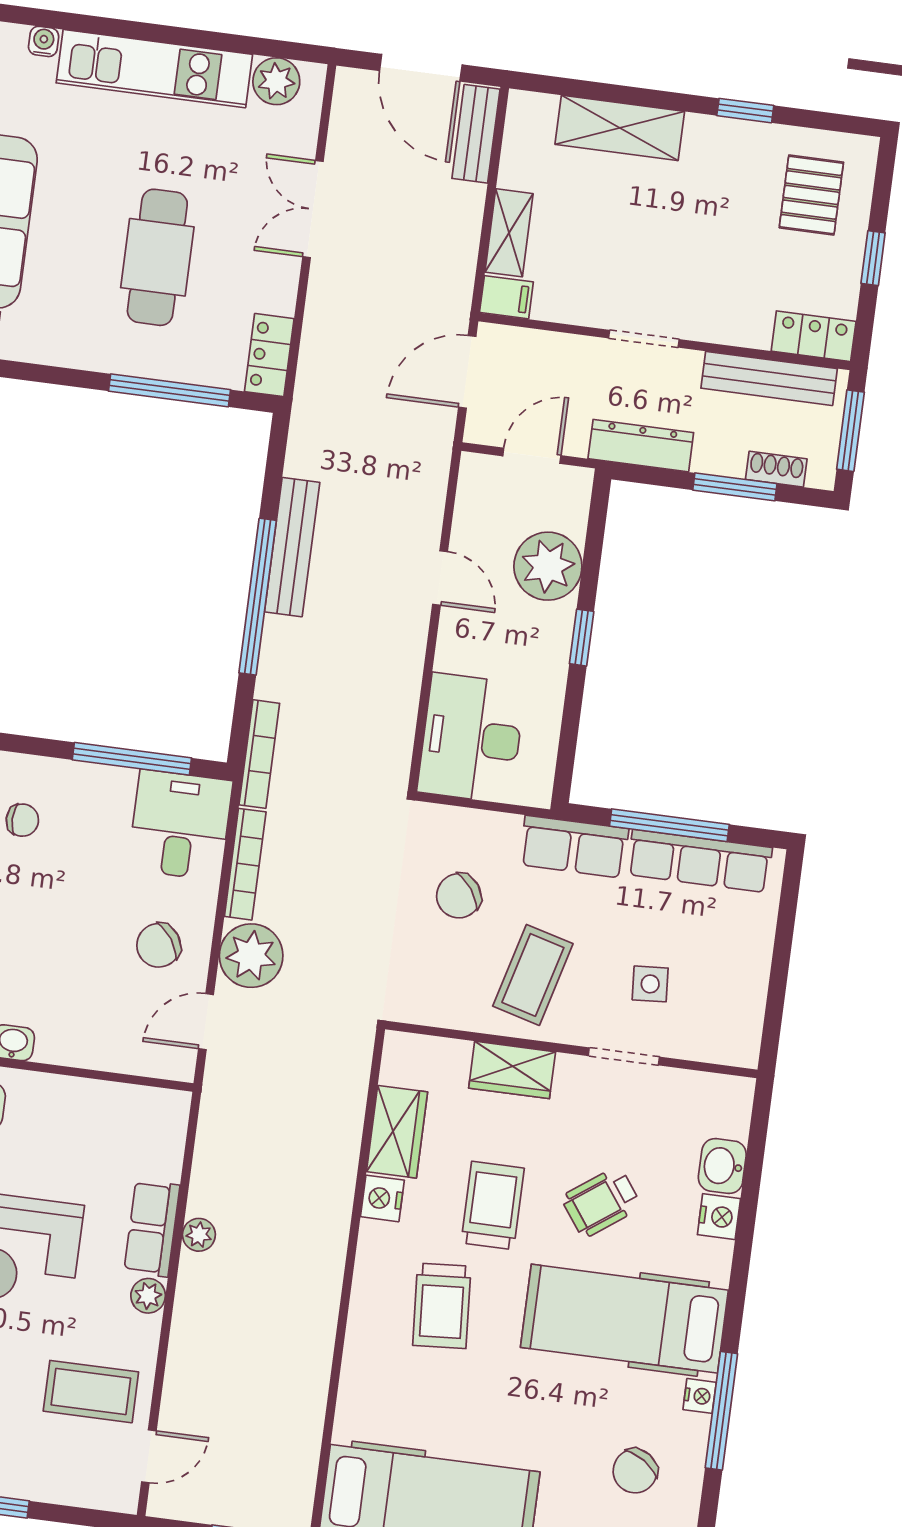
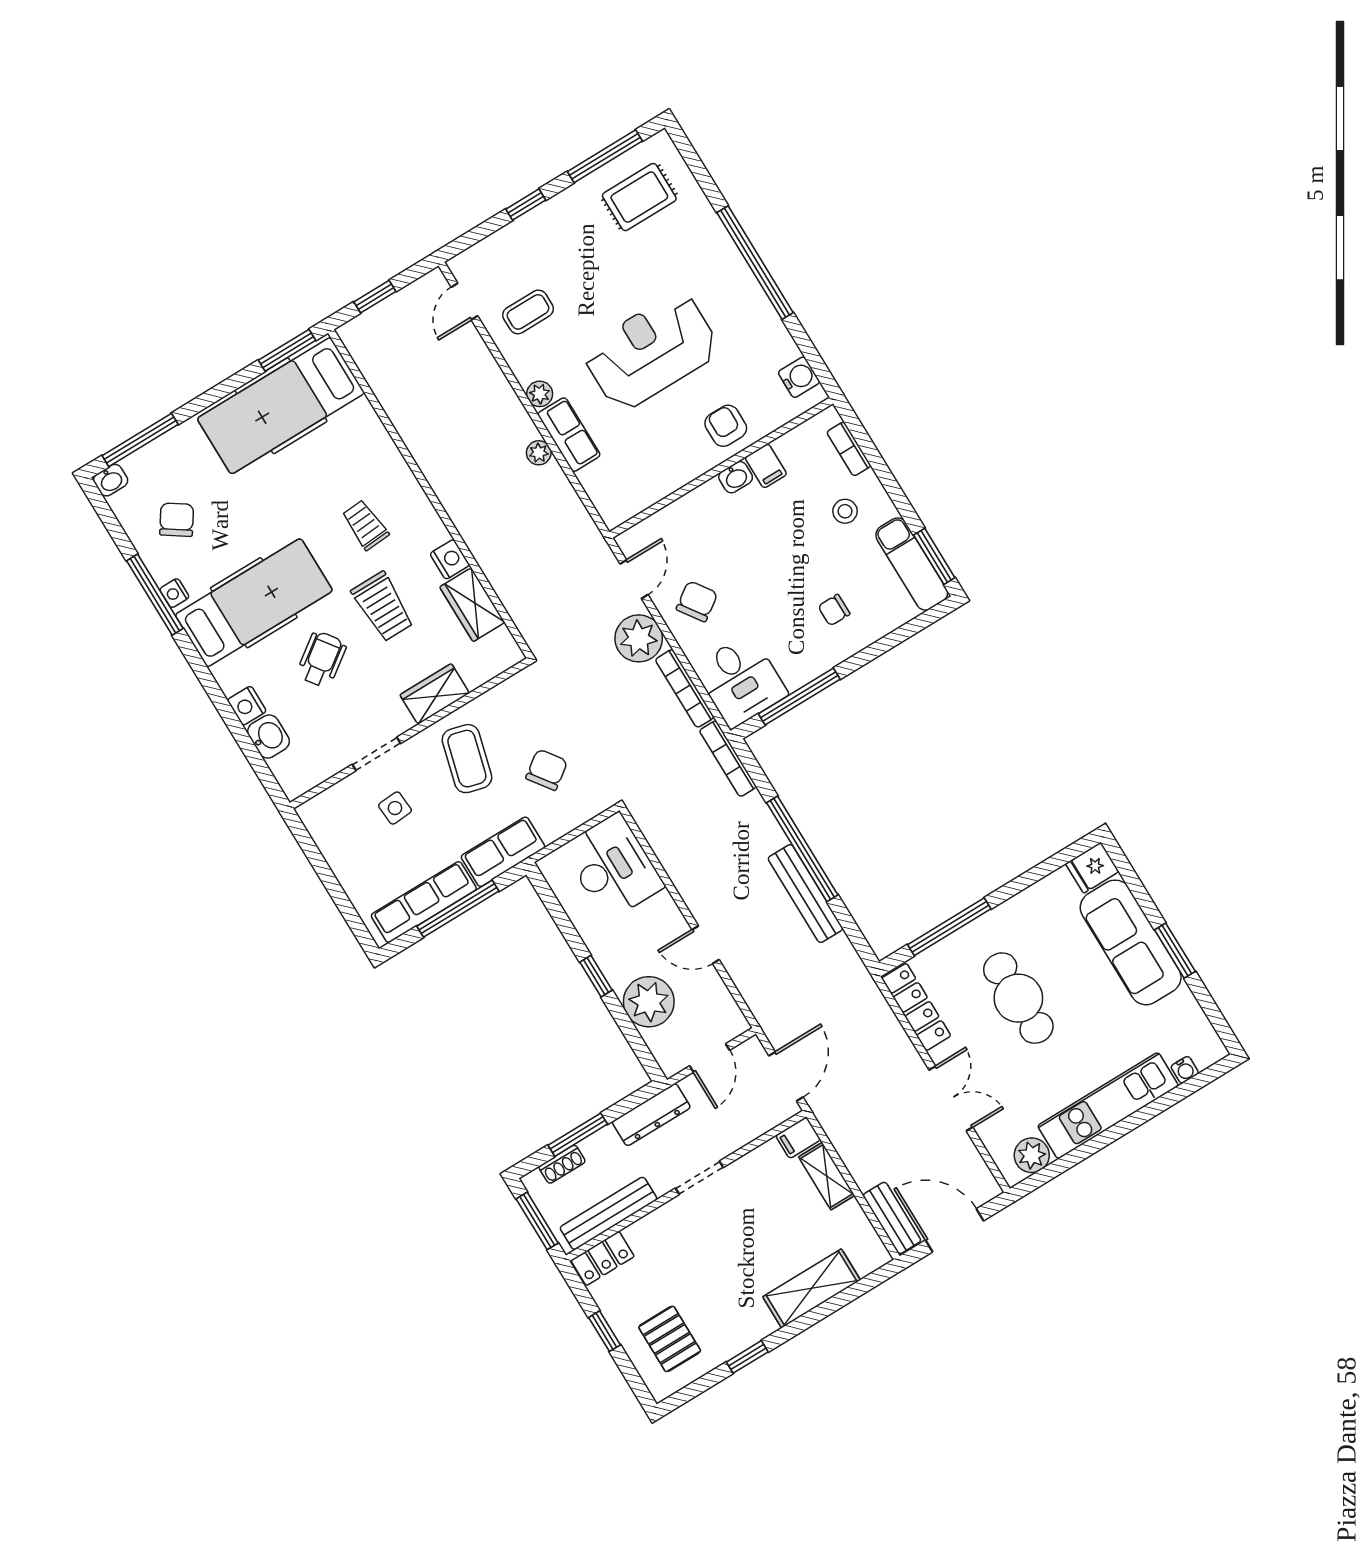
locker: (269, 355) -> (916, 1007), width x1.53
trolley: (442, 1306) -> (365, 525), width x0.73, depth x0.72
coffee table: (91, 1392) -> (528, 312), width x0.73, depth x0.77

